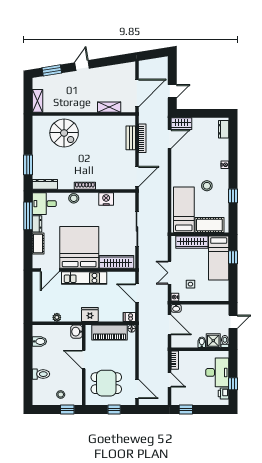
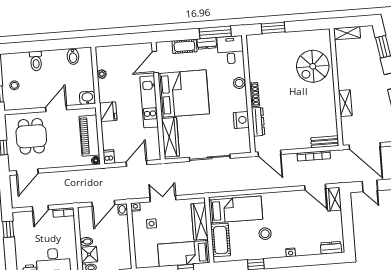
shelving: (109, 107) -> (345, 103), moved
bench: (131, 138) -> (325, 142), moved
dresser: (45, 184) -> (258, 122), moved
door: (50, 270) -> (155, 62), hinge flipped

